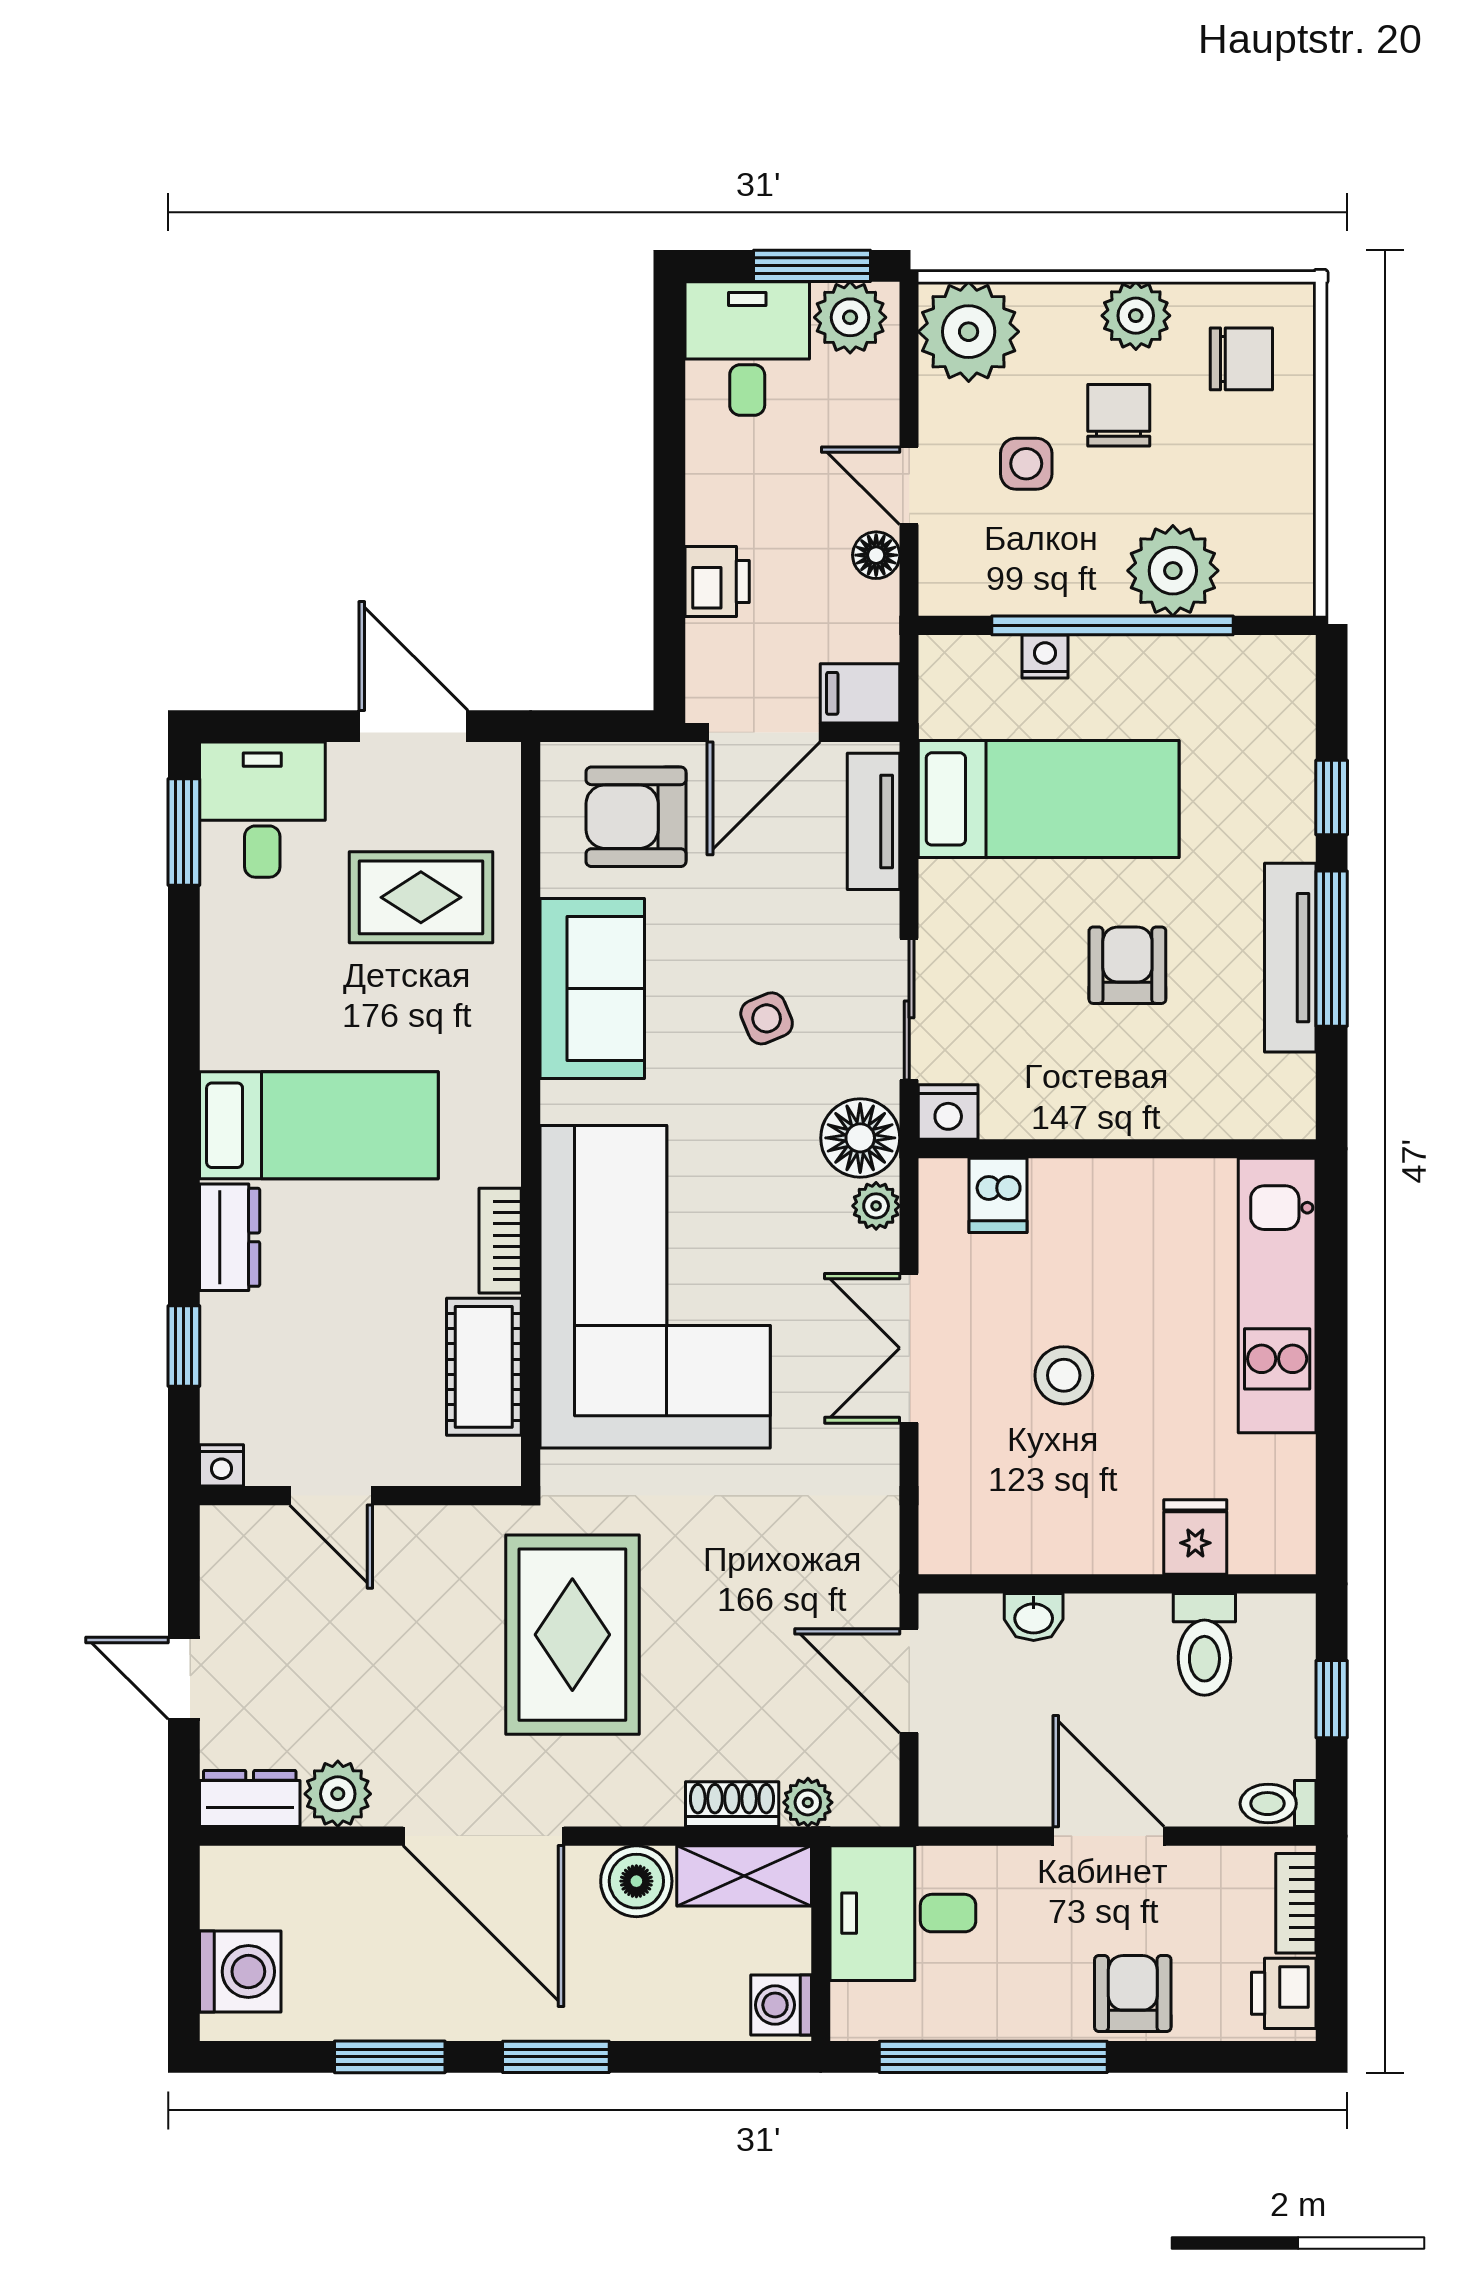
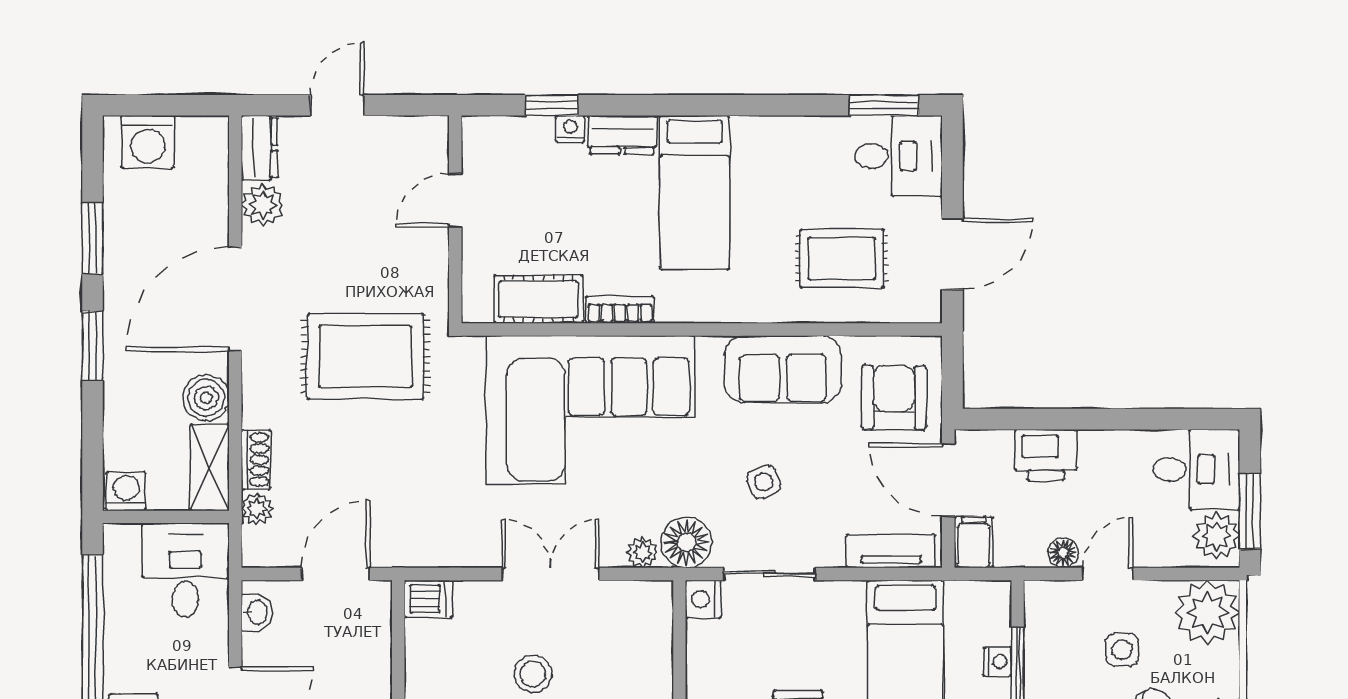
printer: (717, 581) -> (1046, 455), width x1.36, depth x1.24
rug: (421, 897) -> (842, 259), turned 90
dishwasher: (998, 1195) -> (428, 599), moved, turned 180
nightstand: (221, 1465) -> (570, 129), moved, turned 90
washbasin: (1034, 1617) -> (257, 613), moved, turned 180

